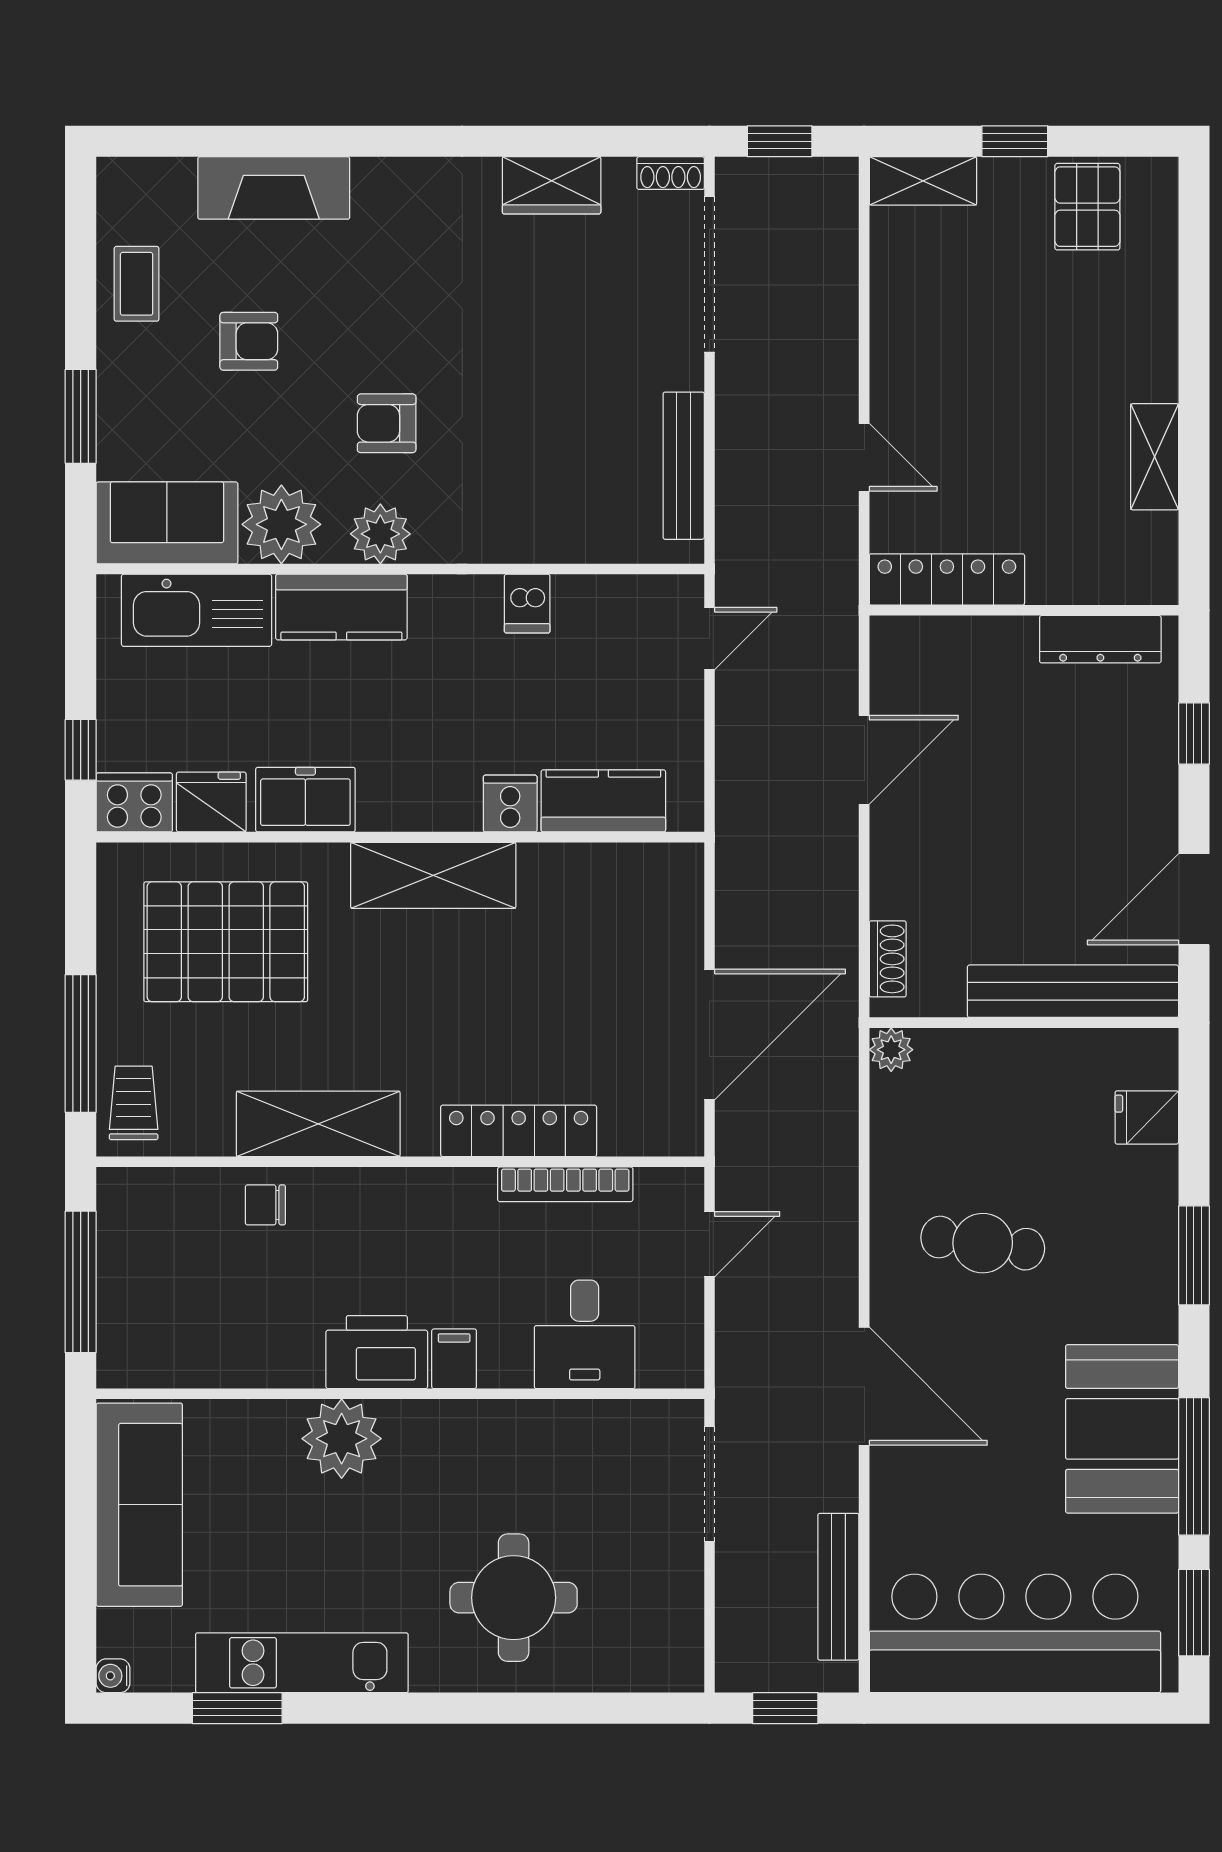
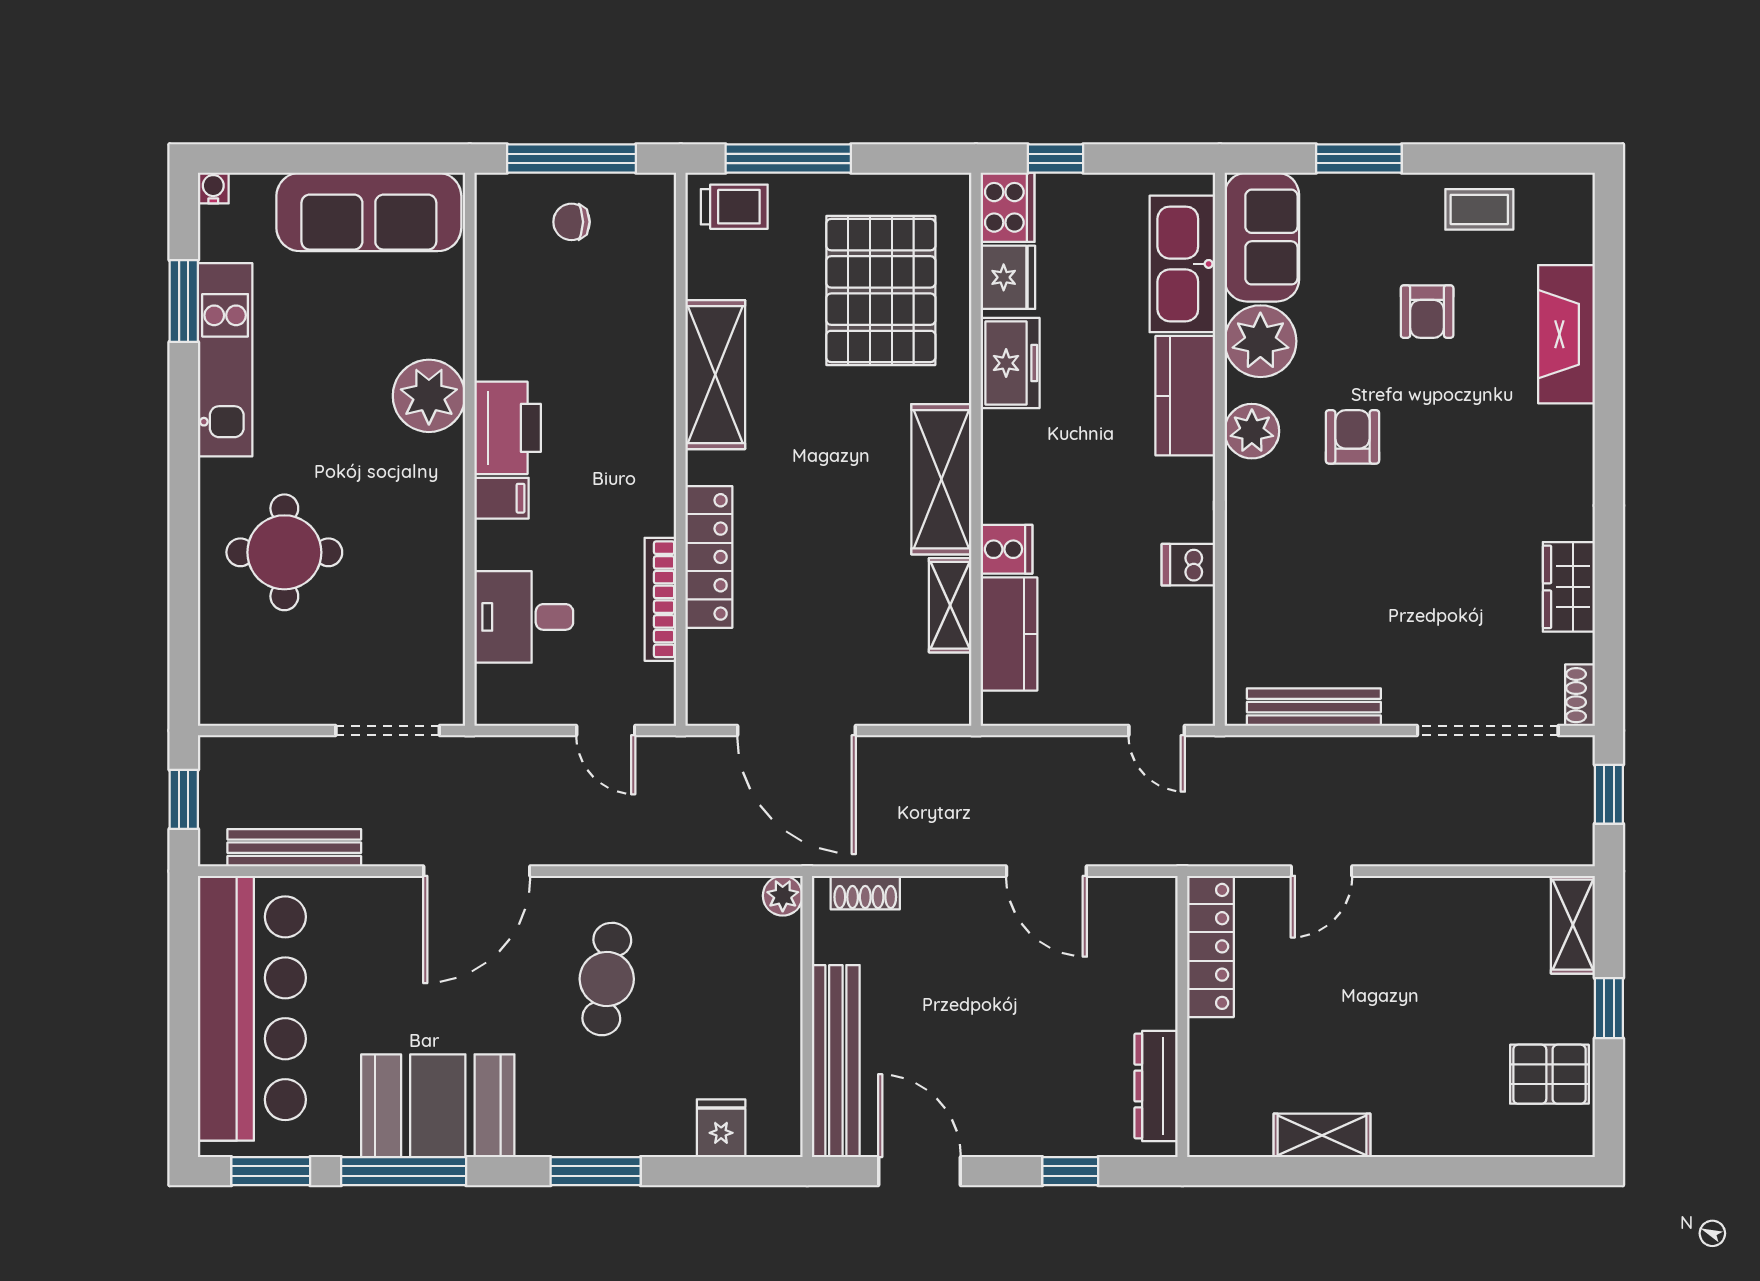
shelving: (572, 866) -> (950, 605), added
chair: (265, 1205) -> (572, 222), moved, turned -90

